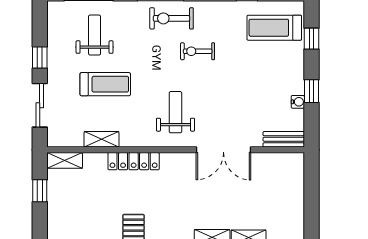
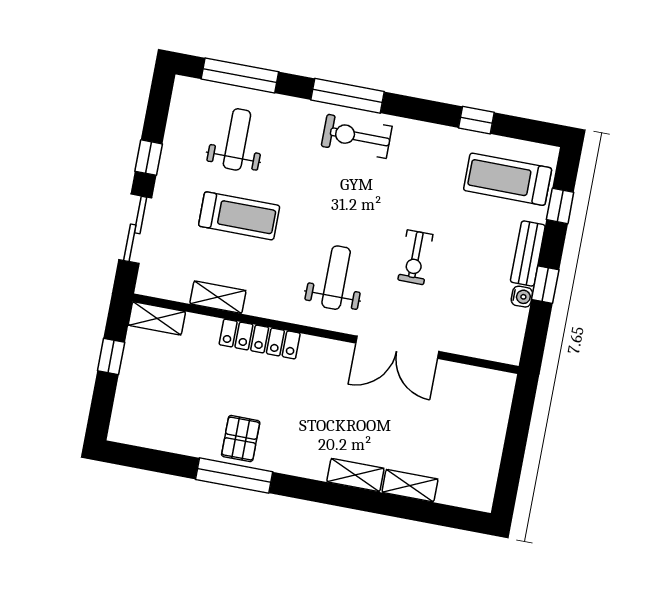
exercise bike: (198, 51) -> (415, 257), moved, turned -90
bench: (284, 139) -> (528, 254), moved, turned 90

